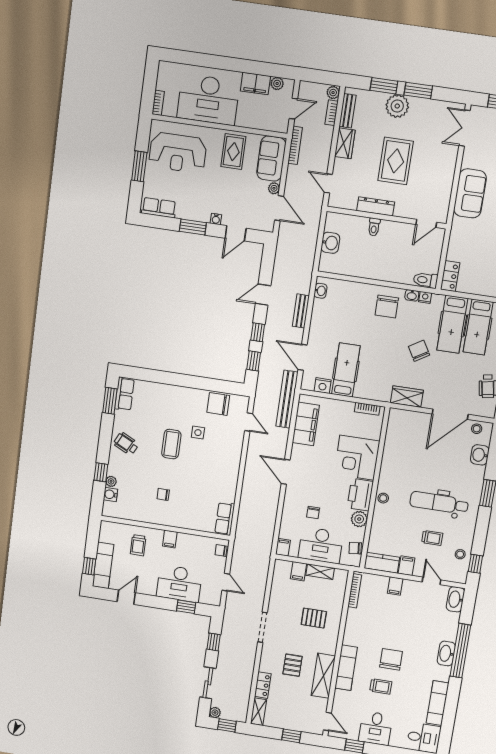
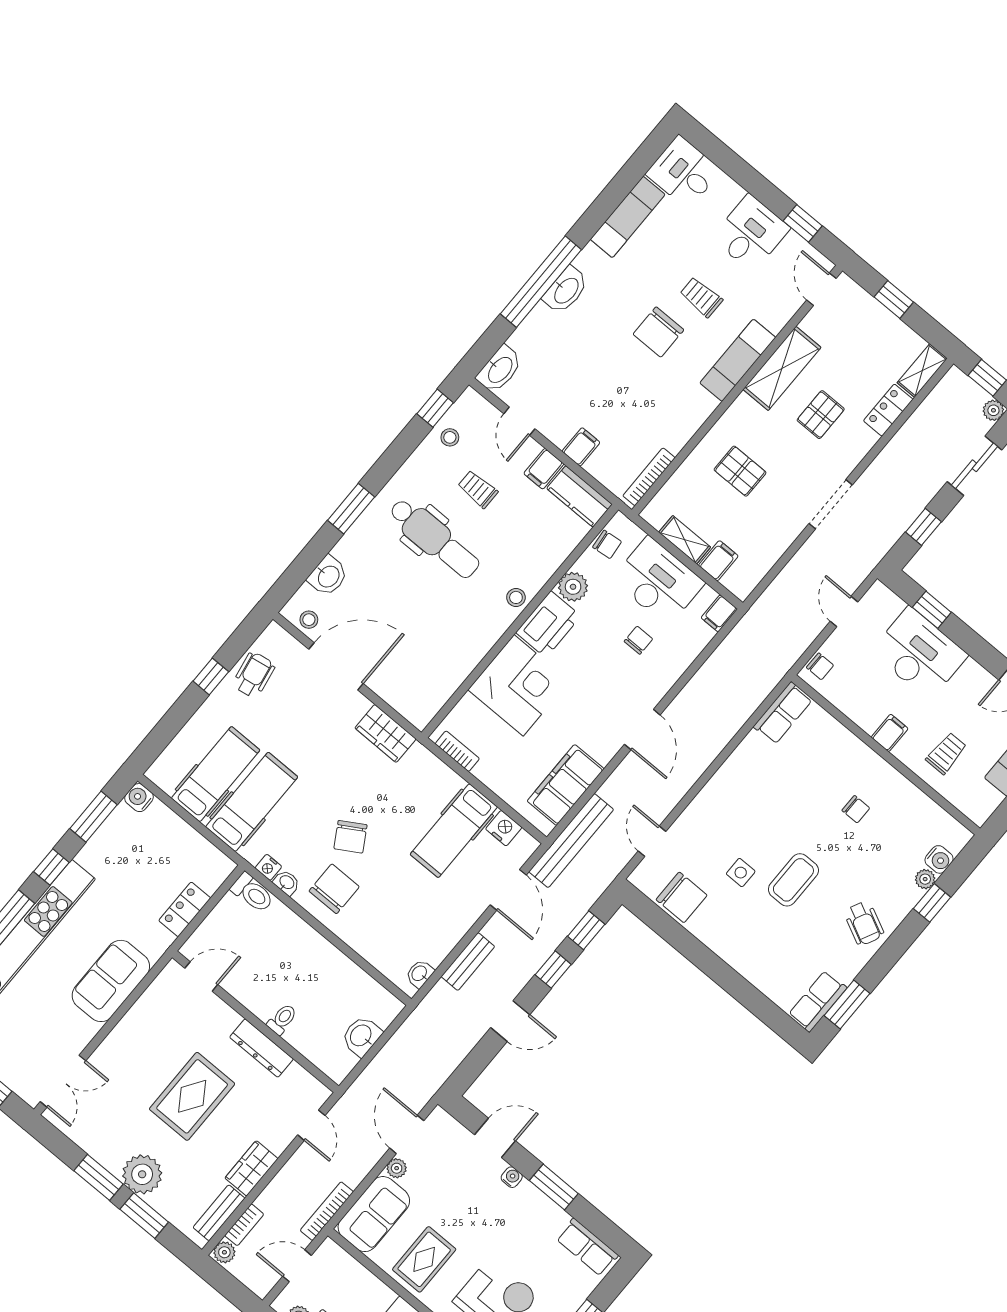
locker: (450, 276) -> (185, 909), moved
chair: (419, 351) -> (350, 837), moved

